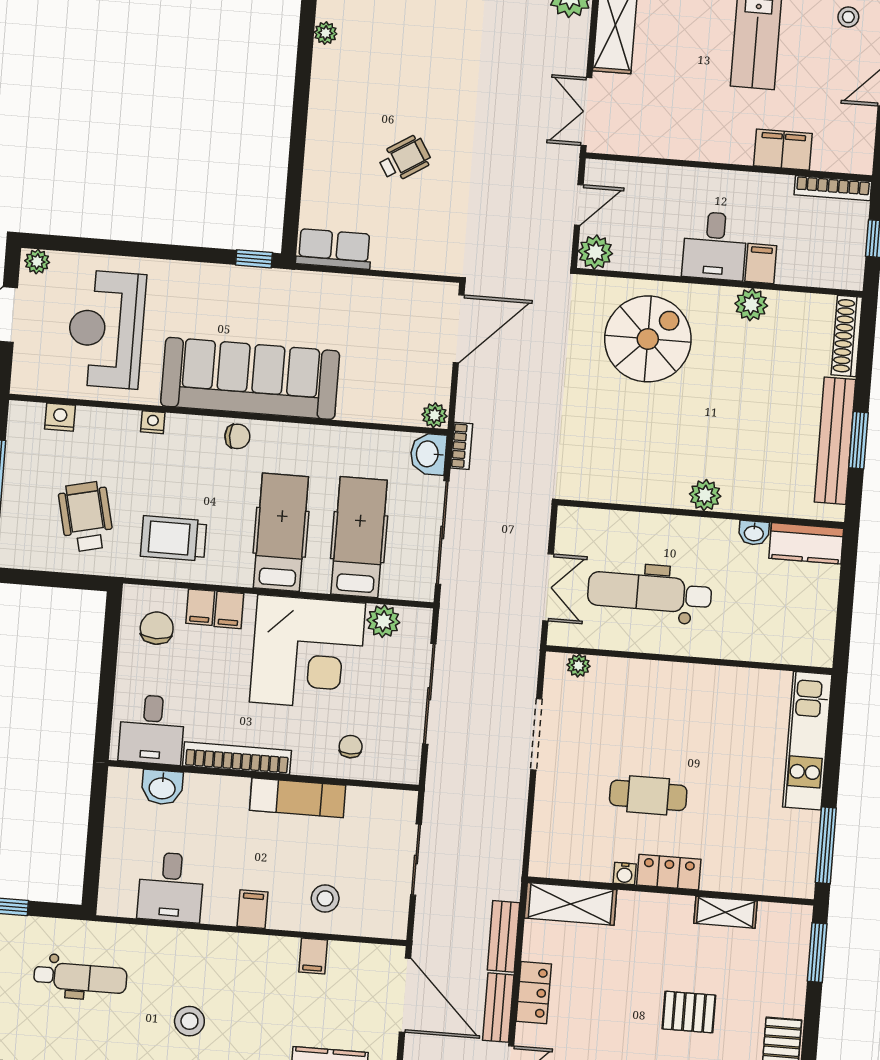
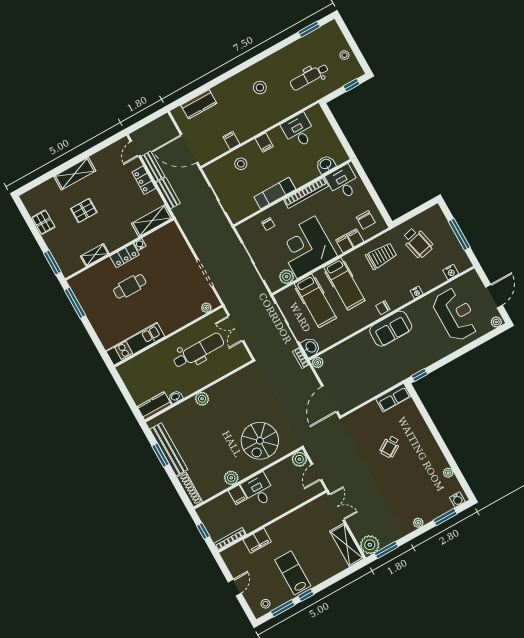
sofa: (250, 378) -> (391, 329), width x0.54, depth x0.79
kitchen unit: (807, 741) -> (135, 344), moved, turned -90
cafe table: (648, 795) -> (130, 286), moved

